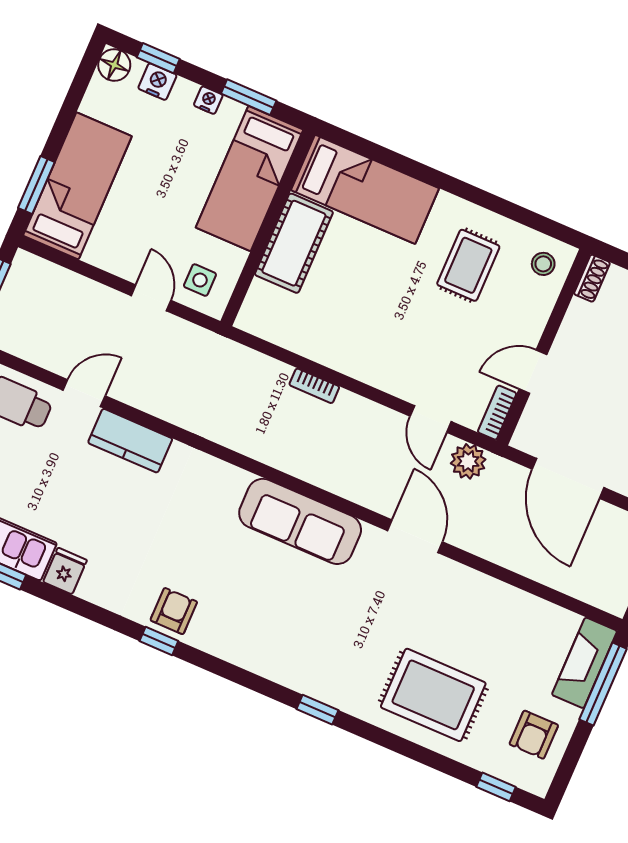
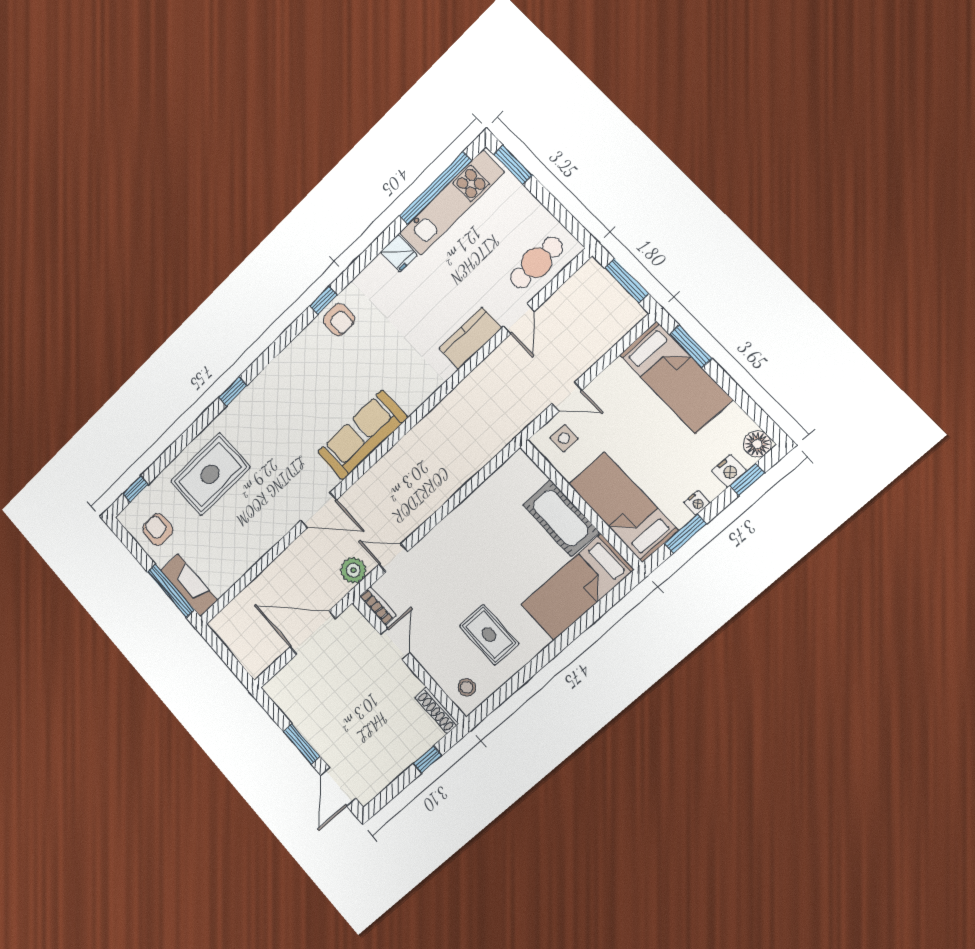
shoe rack: (592, 278) -> (437, 710), width x1.43
bookcase: (314, 386) -> (452, 487), removed

